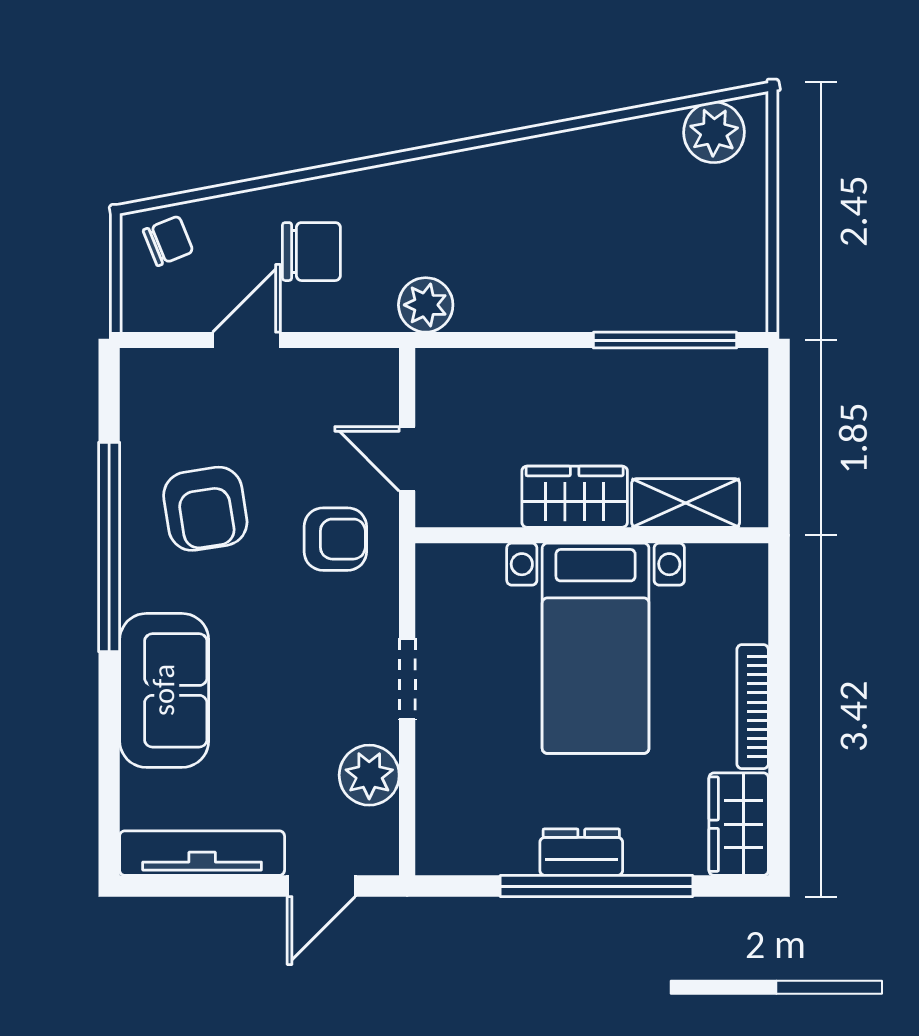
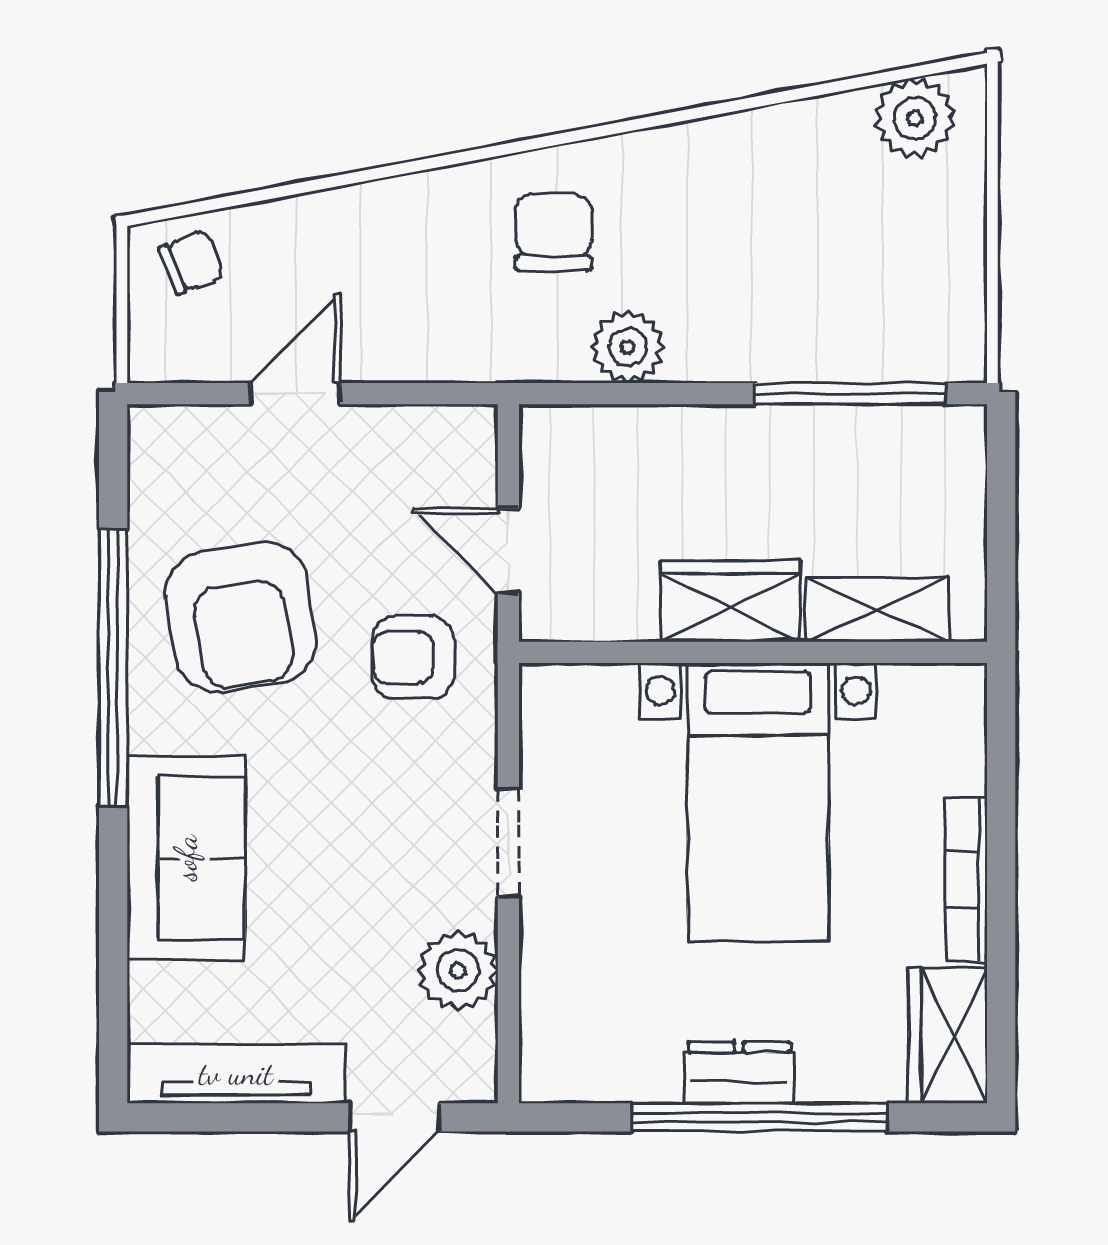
chair: (311, 252) -> (554, 232), moved, turned -90
plant: (426, 305) -> (628, 347), moved
armchair: (205, 509) -> (241, 617), width x1.36, depth x1.36
armchair: (335, 539) -> (413, 657), turned 180

